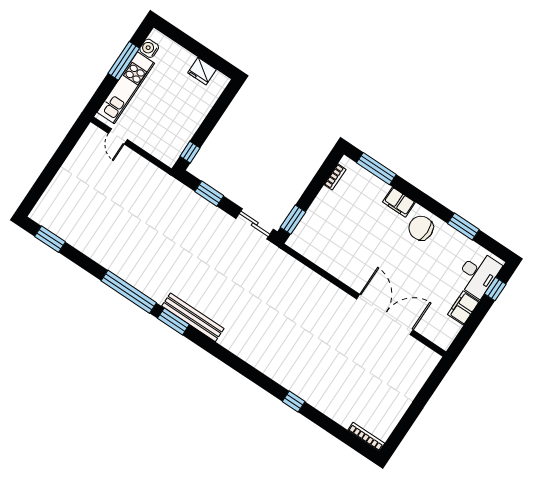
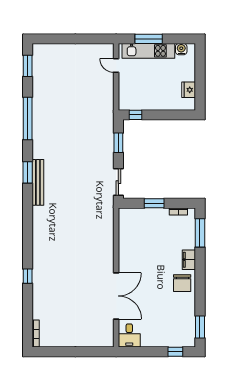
window: (124, 61) -> (149, 39), moved
door: (118, 136) -> (116, 66), hinge flipped
window: (293, 220) -> (154, 203), moved
window: (463, 226) -> (200, 327), moved
chair: (421, 228) -> (182, 283), turned 180
desk: (478, 274) -> (129, 335), moved, width x0.73
window: (129, 292) -> (28, 119), moved
filing cabinet: (463, 308) -> (151, 340), removed

